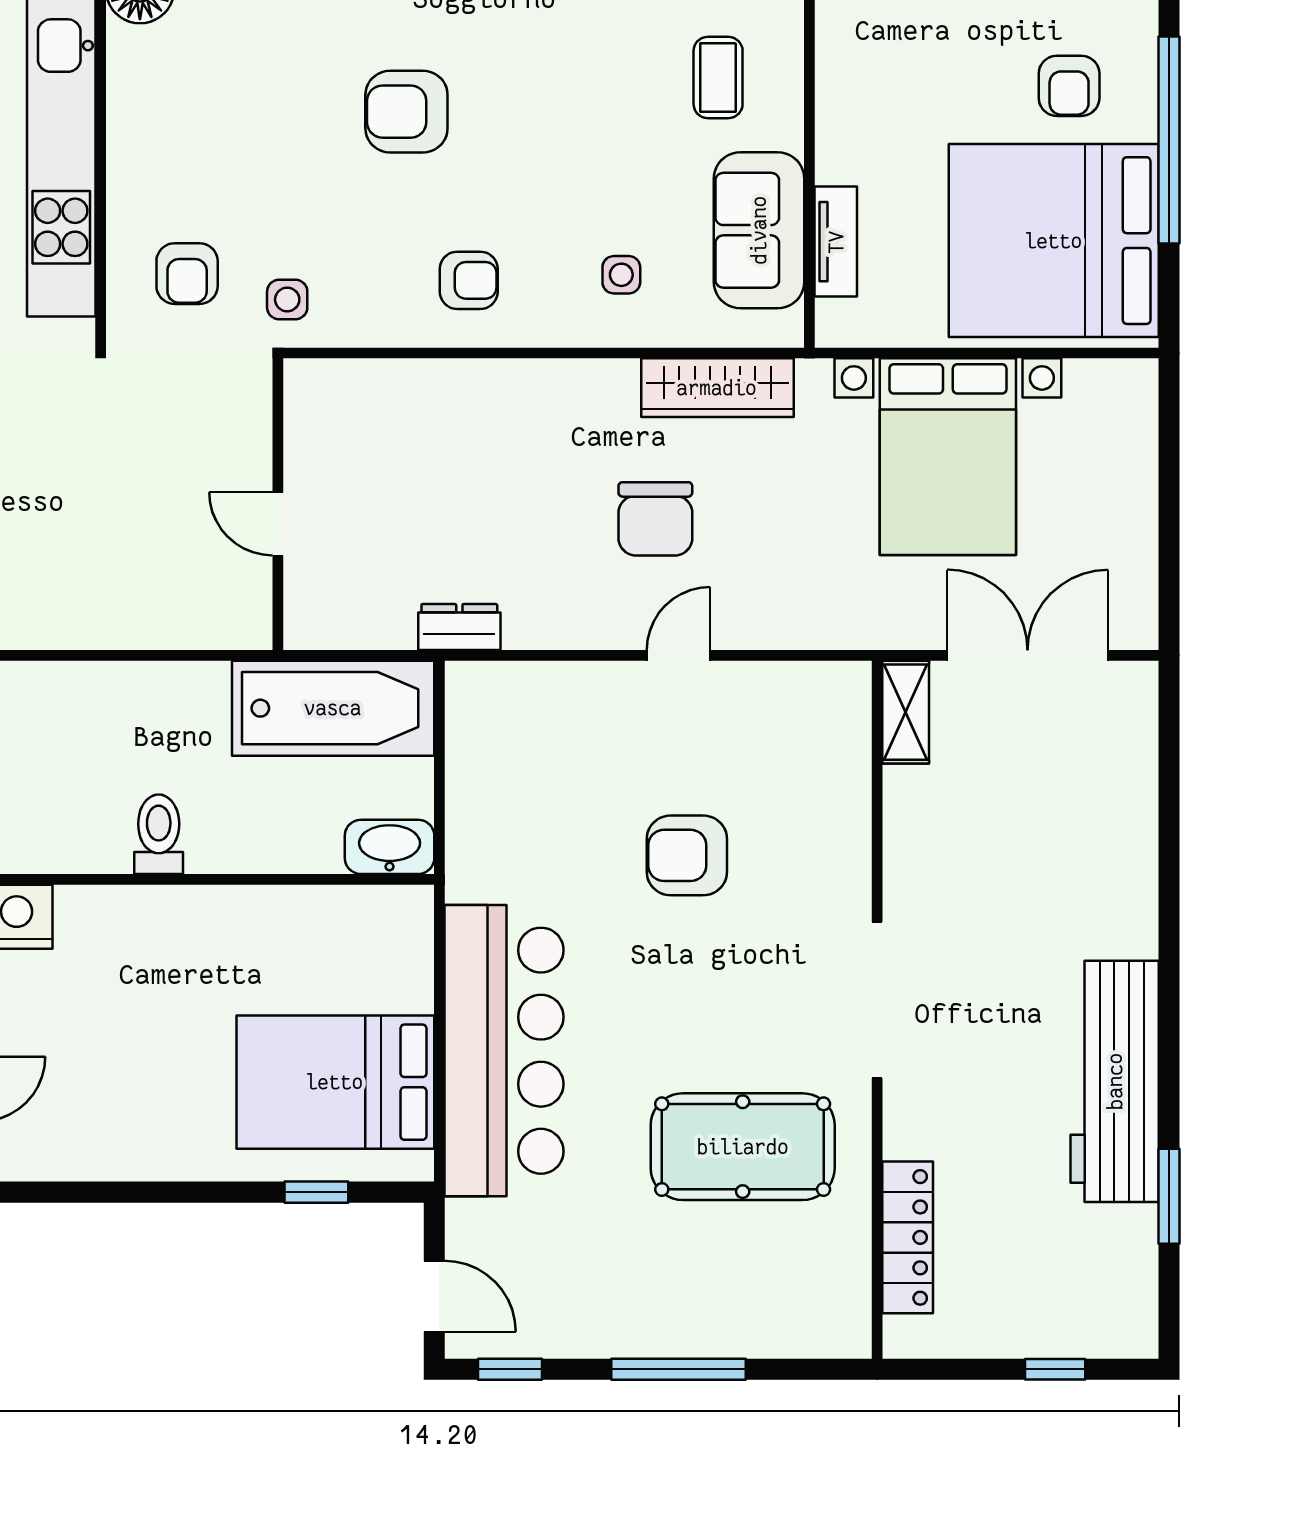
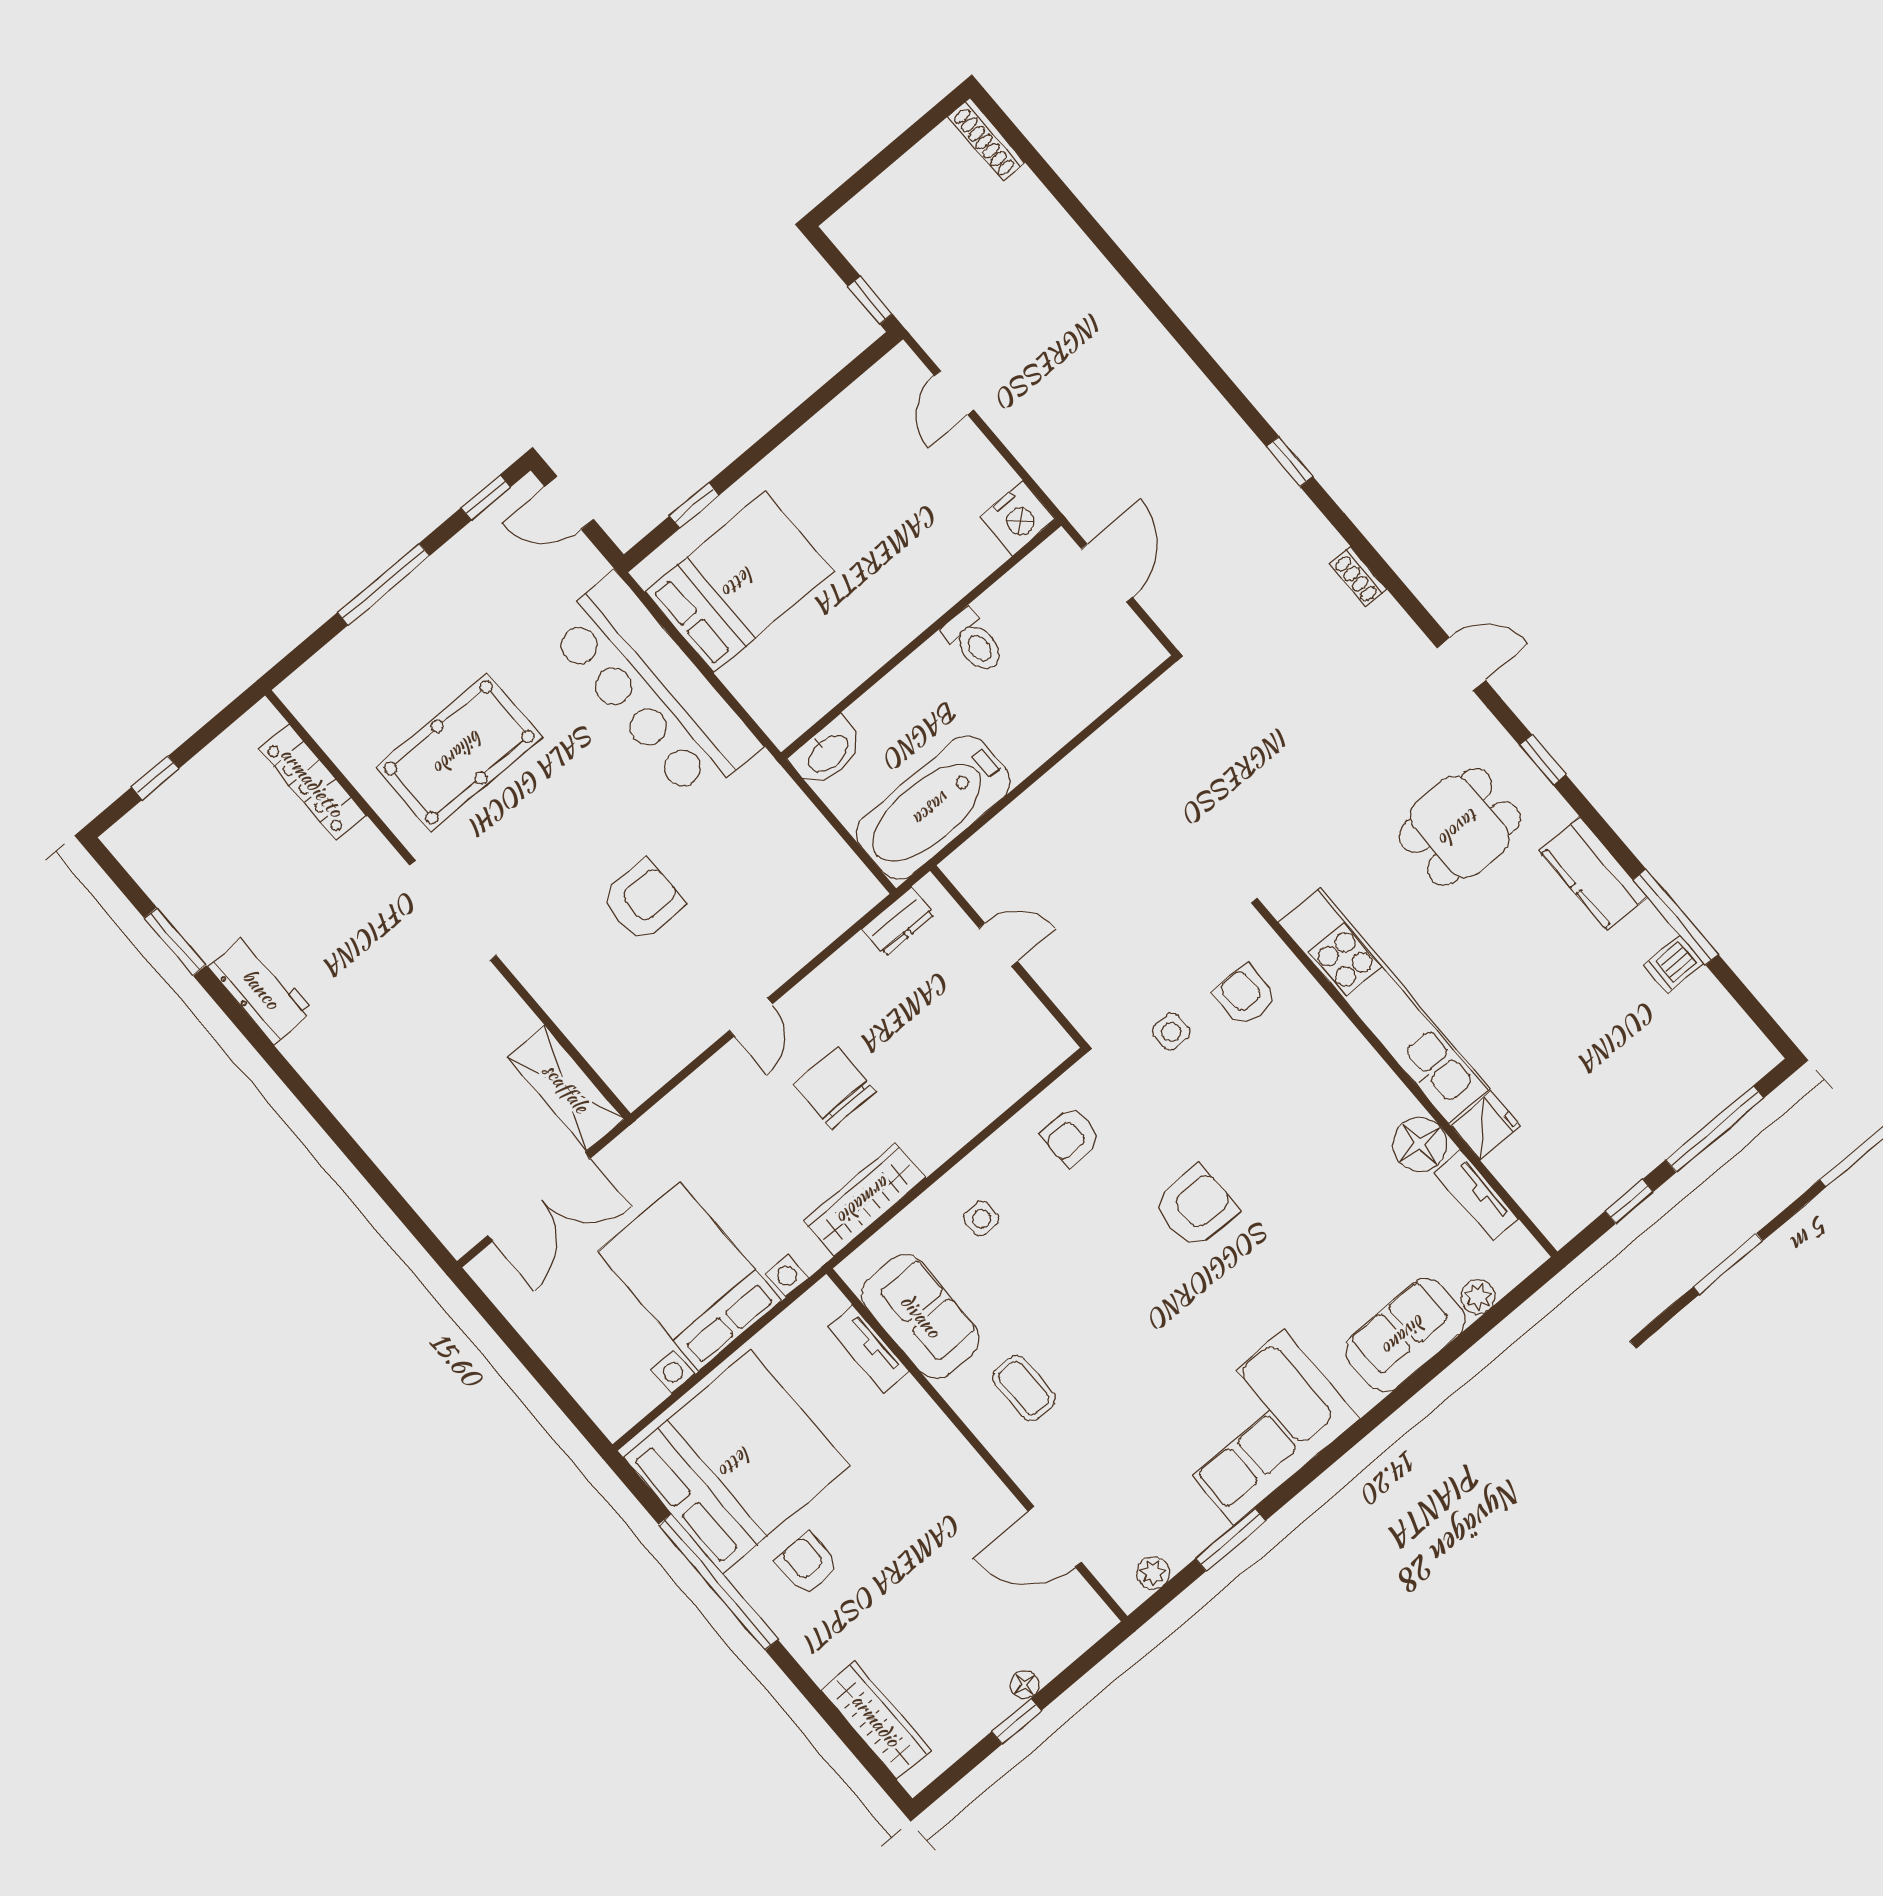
wall: (278, 504) -> (1008, 956), moved
door: (278, 524) -> (998, 945), moved
shelving: (906, 712) -> (566, 1088), width x1.50, depth x1.33
workbench: (1115, 1081) -> (261, 989), width x0.53, depth x0.76

